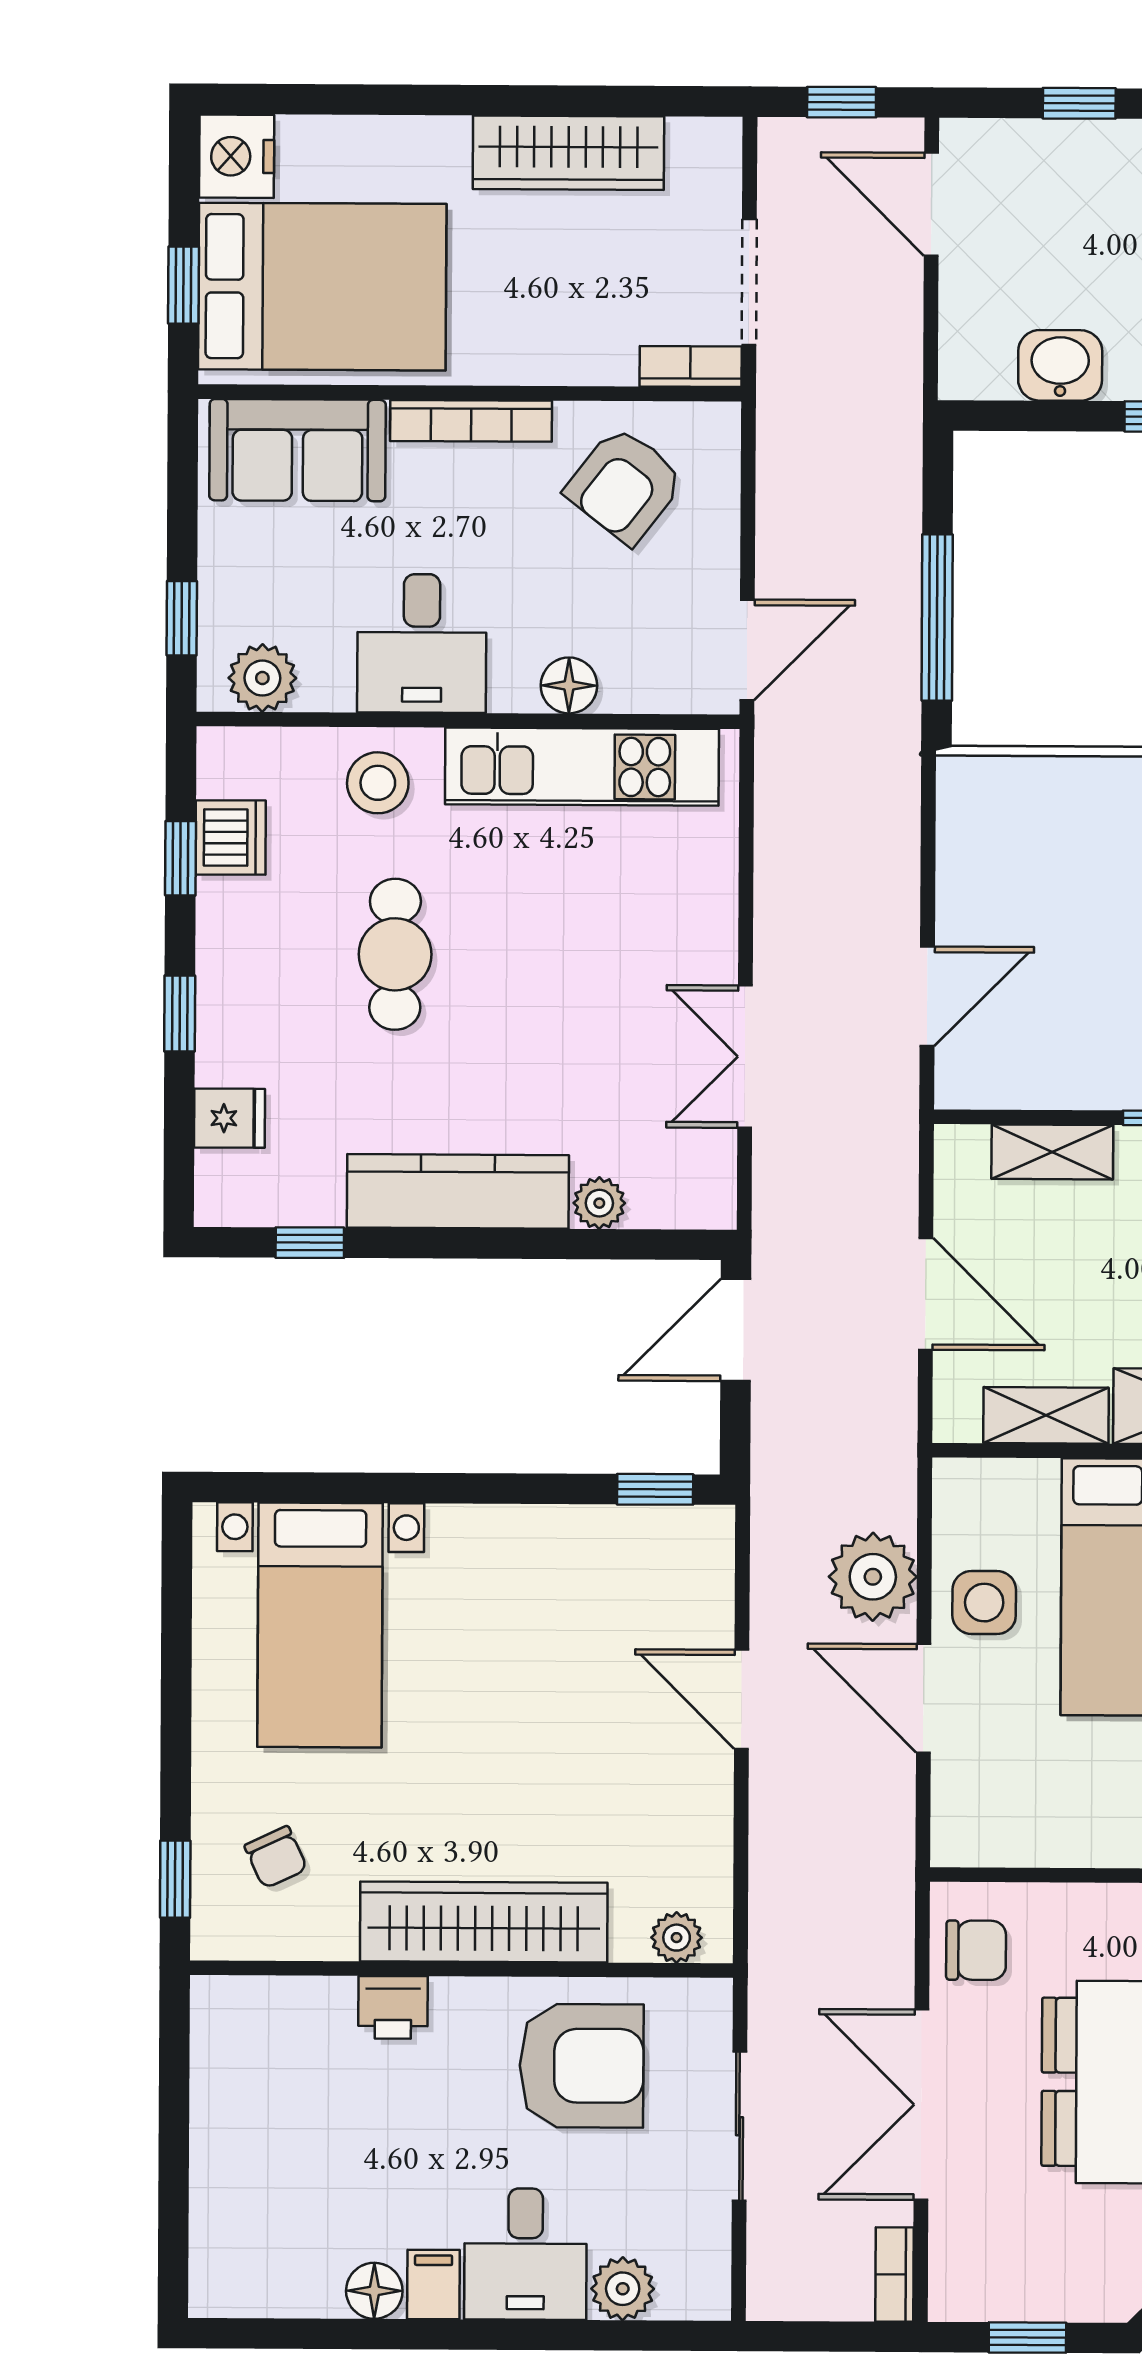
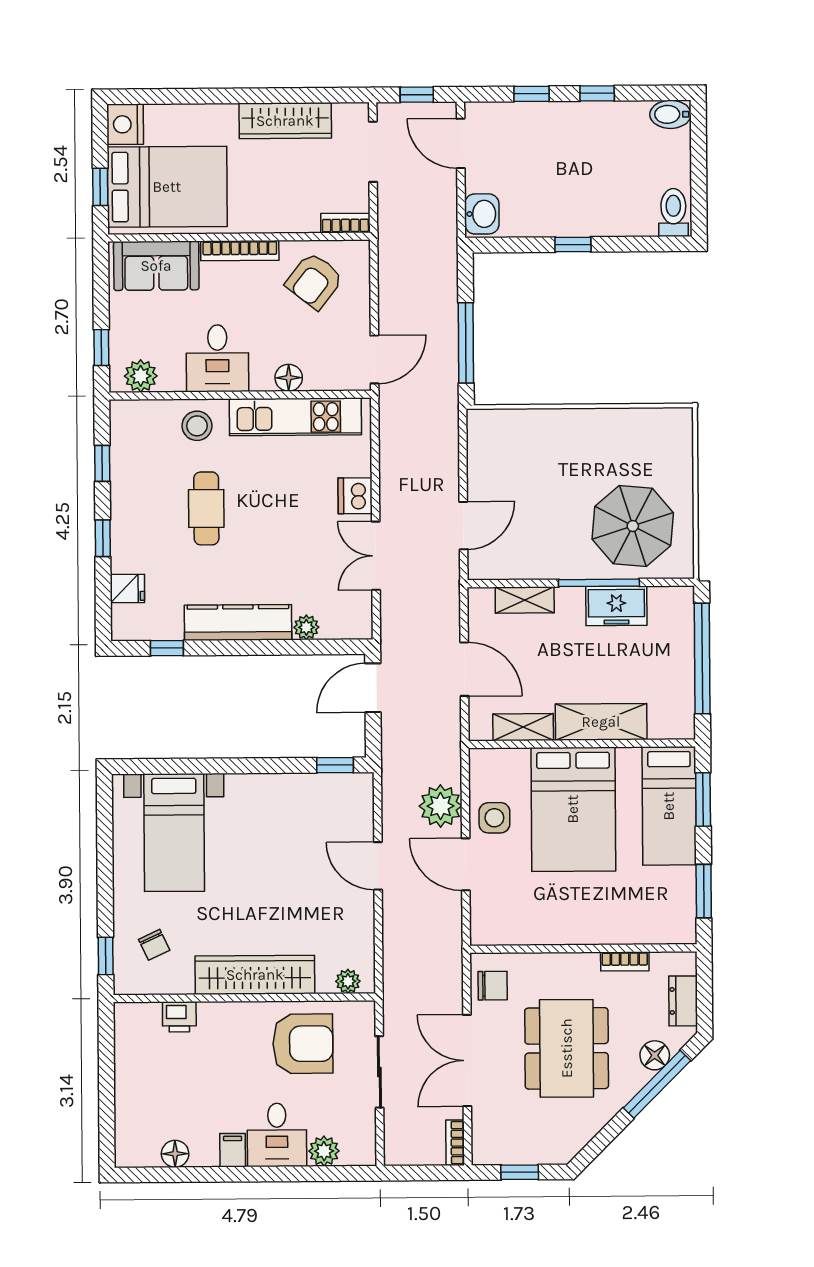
doorway: (749, 282) -> (373, 152), moved
washbasin: (1060, 365) -> (482, 214), moved, turned 90
dishwasher: (231, 837) -> (355, 496), moved, turned 180
printer: (393, 2007) -> (179, 1017), moved
floor lamp: (374, 2291) -> (175, 1154), moved

